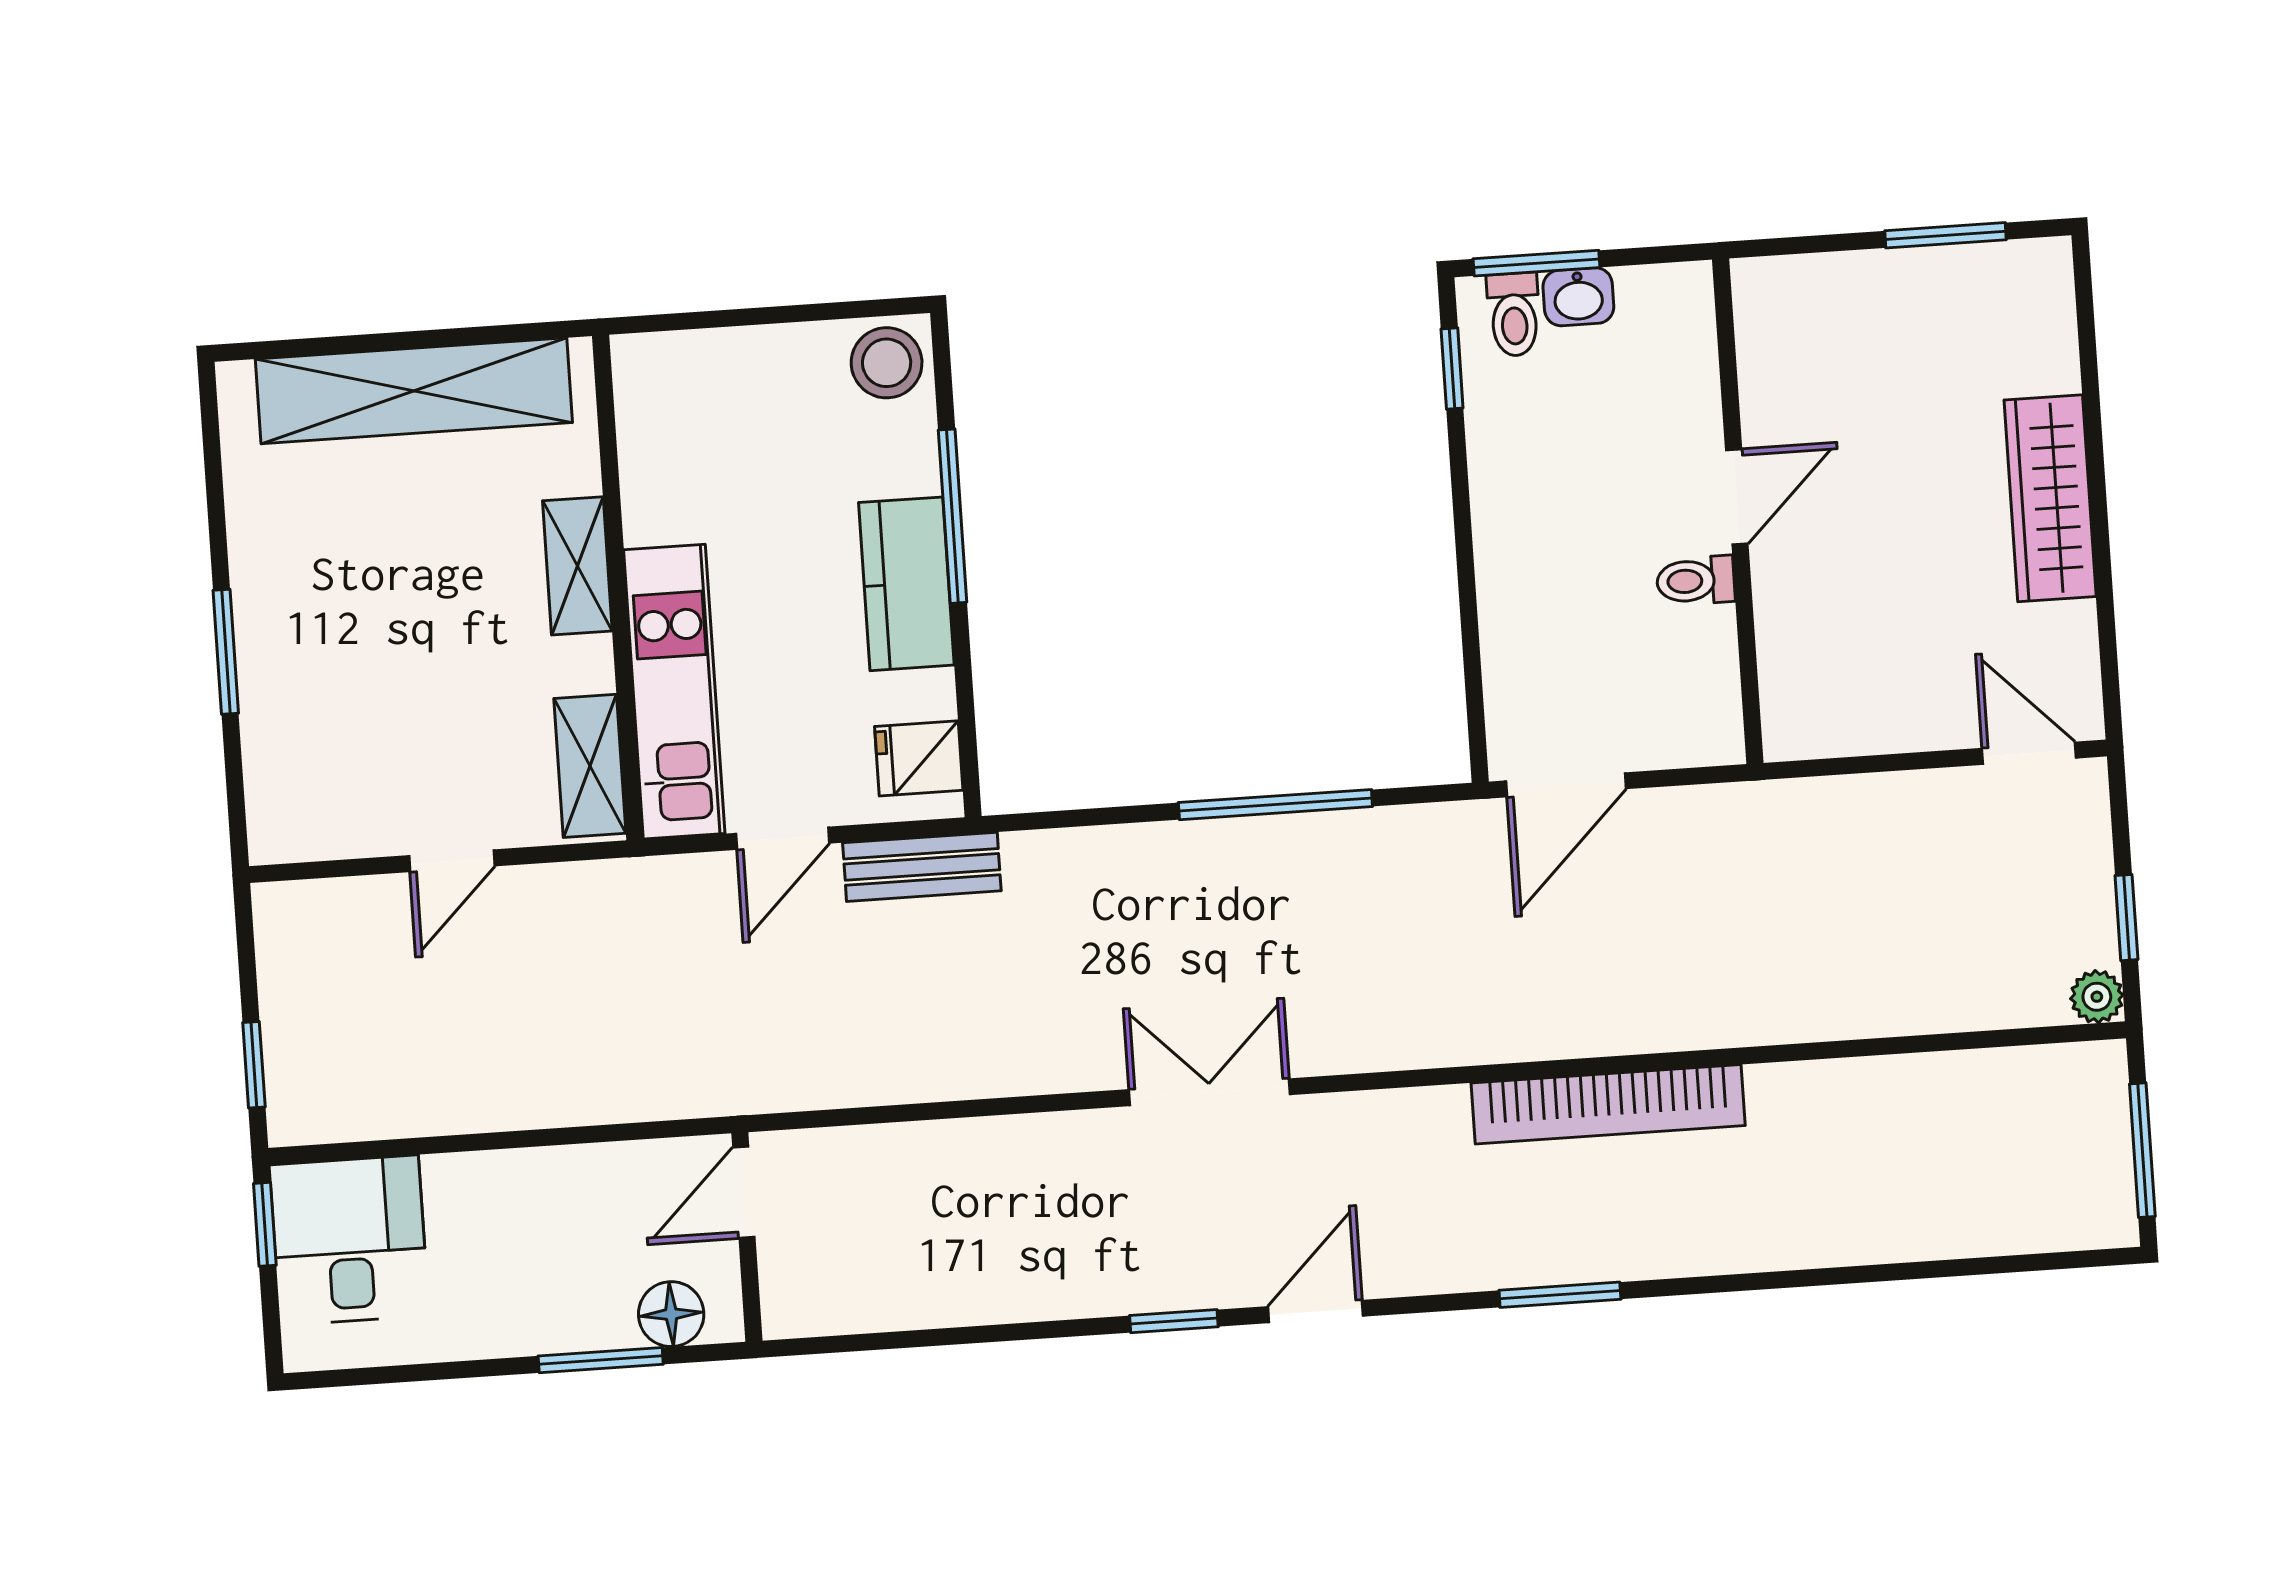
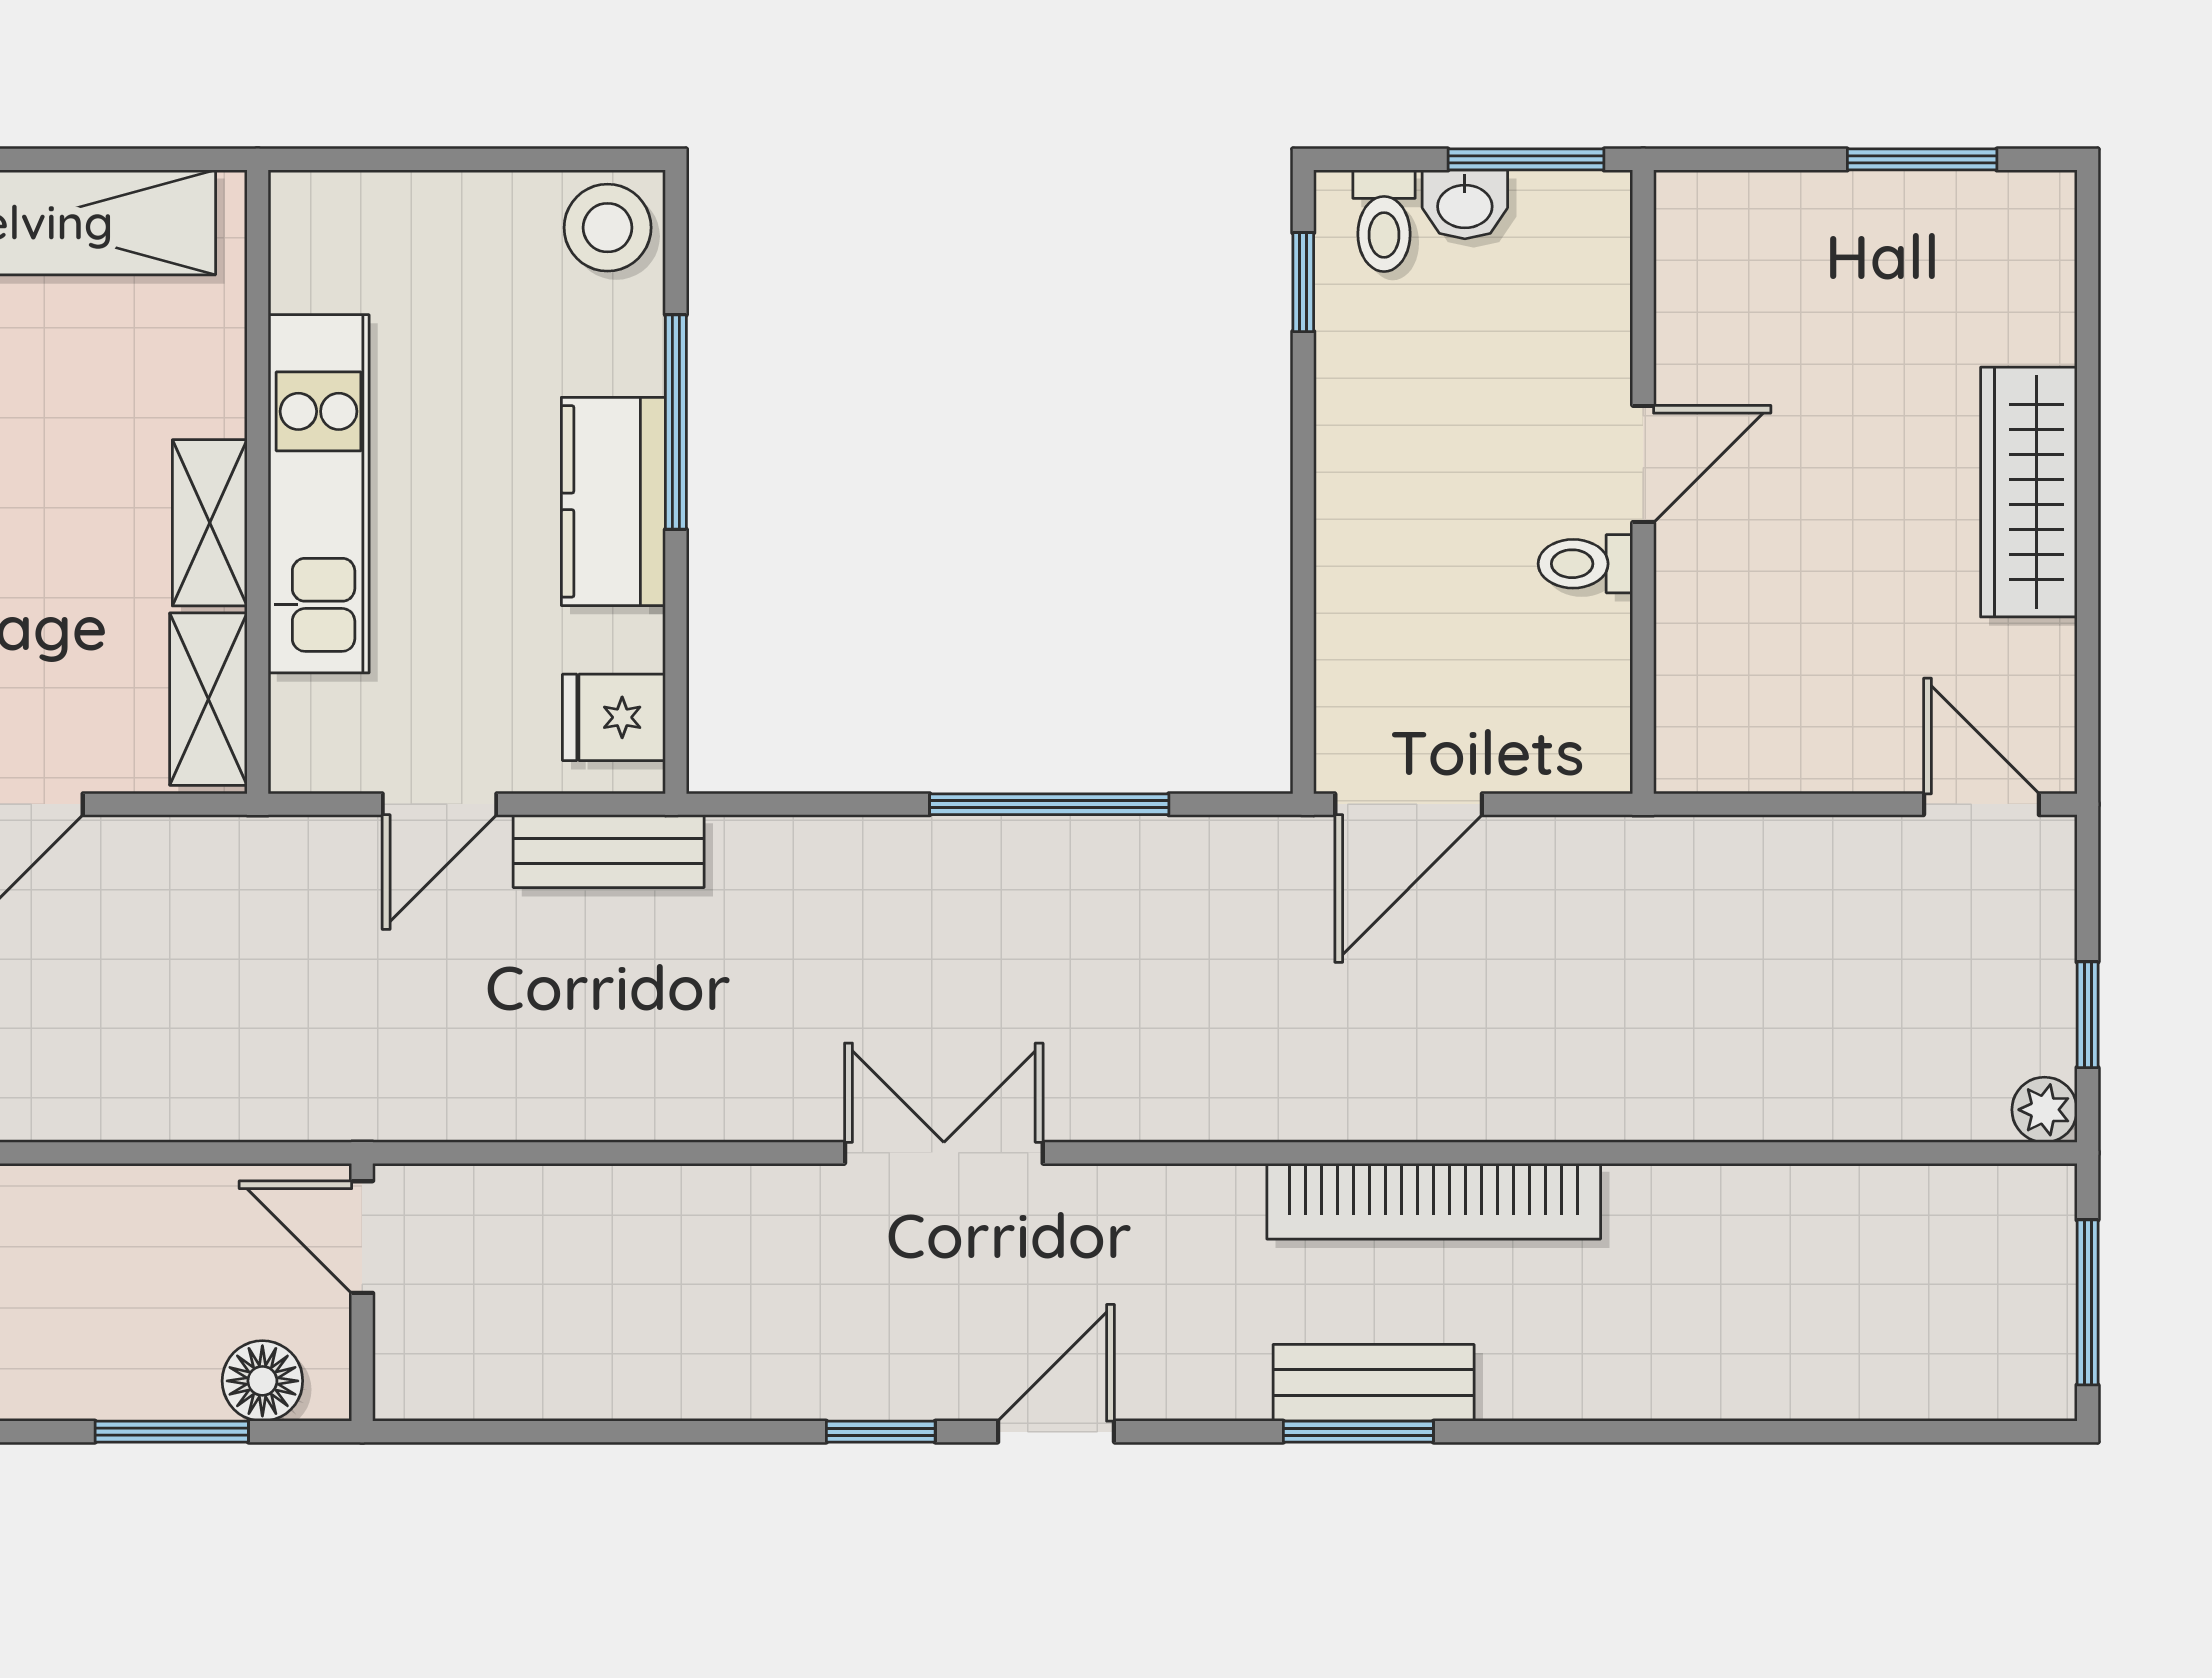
window: (1537, 263) -> (1526, 159), moved
shelving: (577, 566) -> (210, 523), moved
kitchen unit: (674, 692) -> (319, 494), moved
door: (744, 1192) -> (362, 1237), hinge flipped
bench: (1570, 1254) -> (1374, 1383), added

